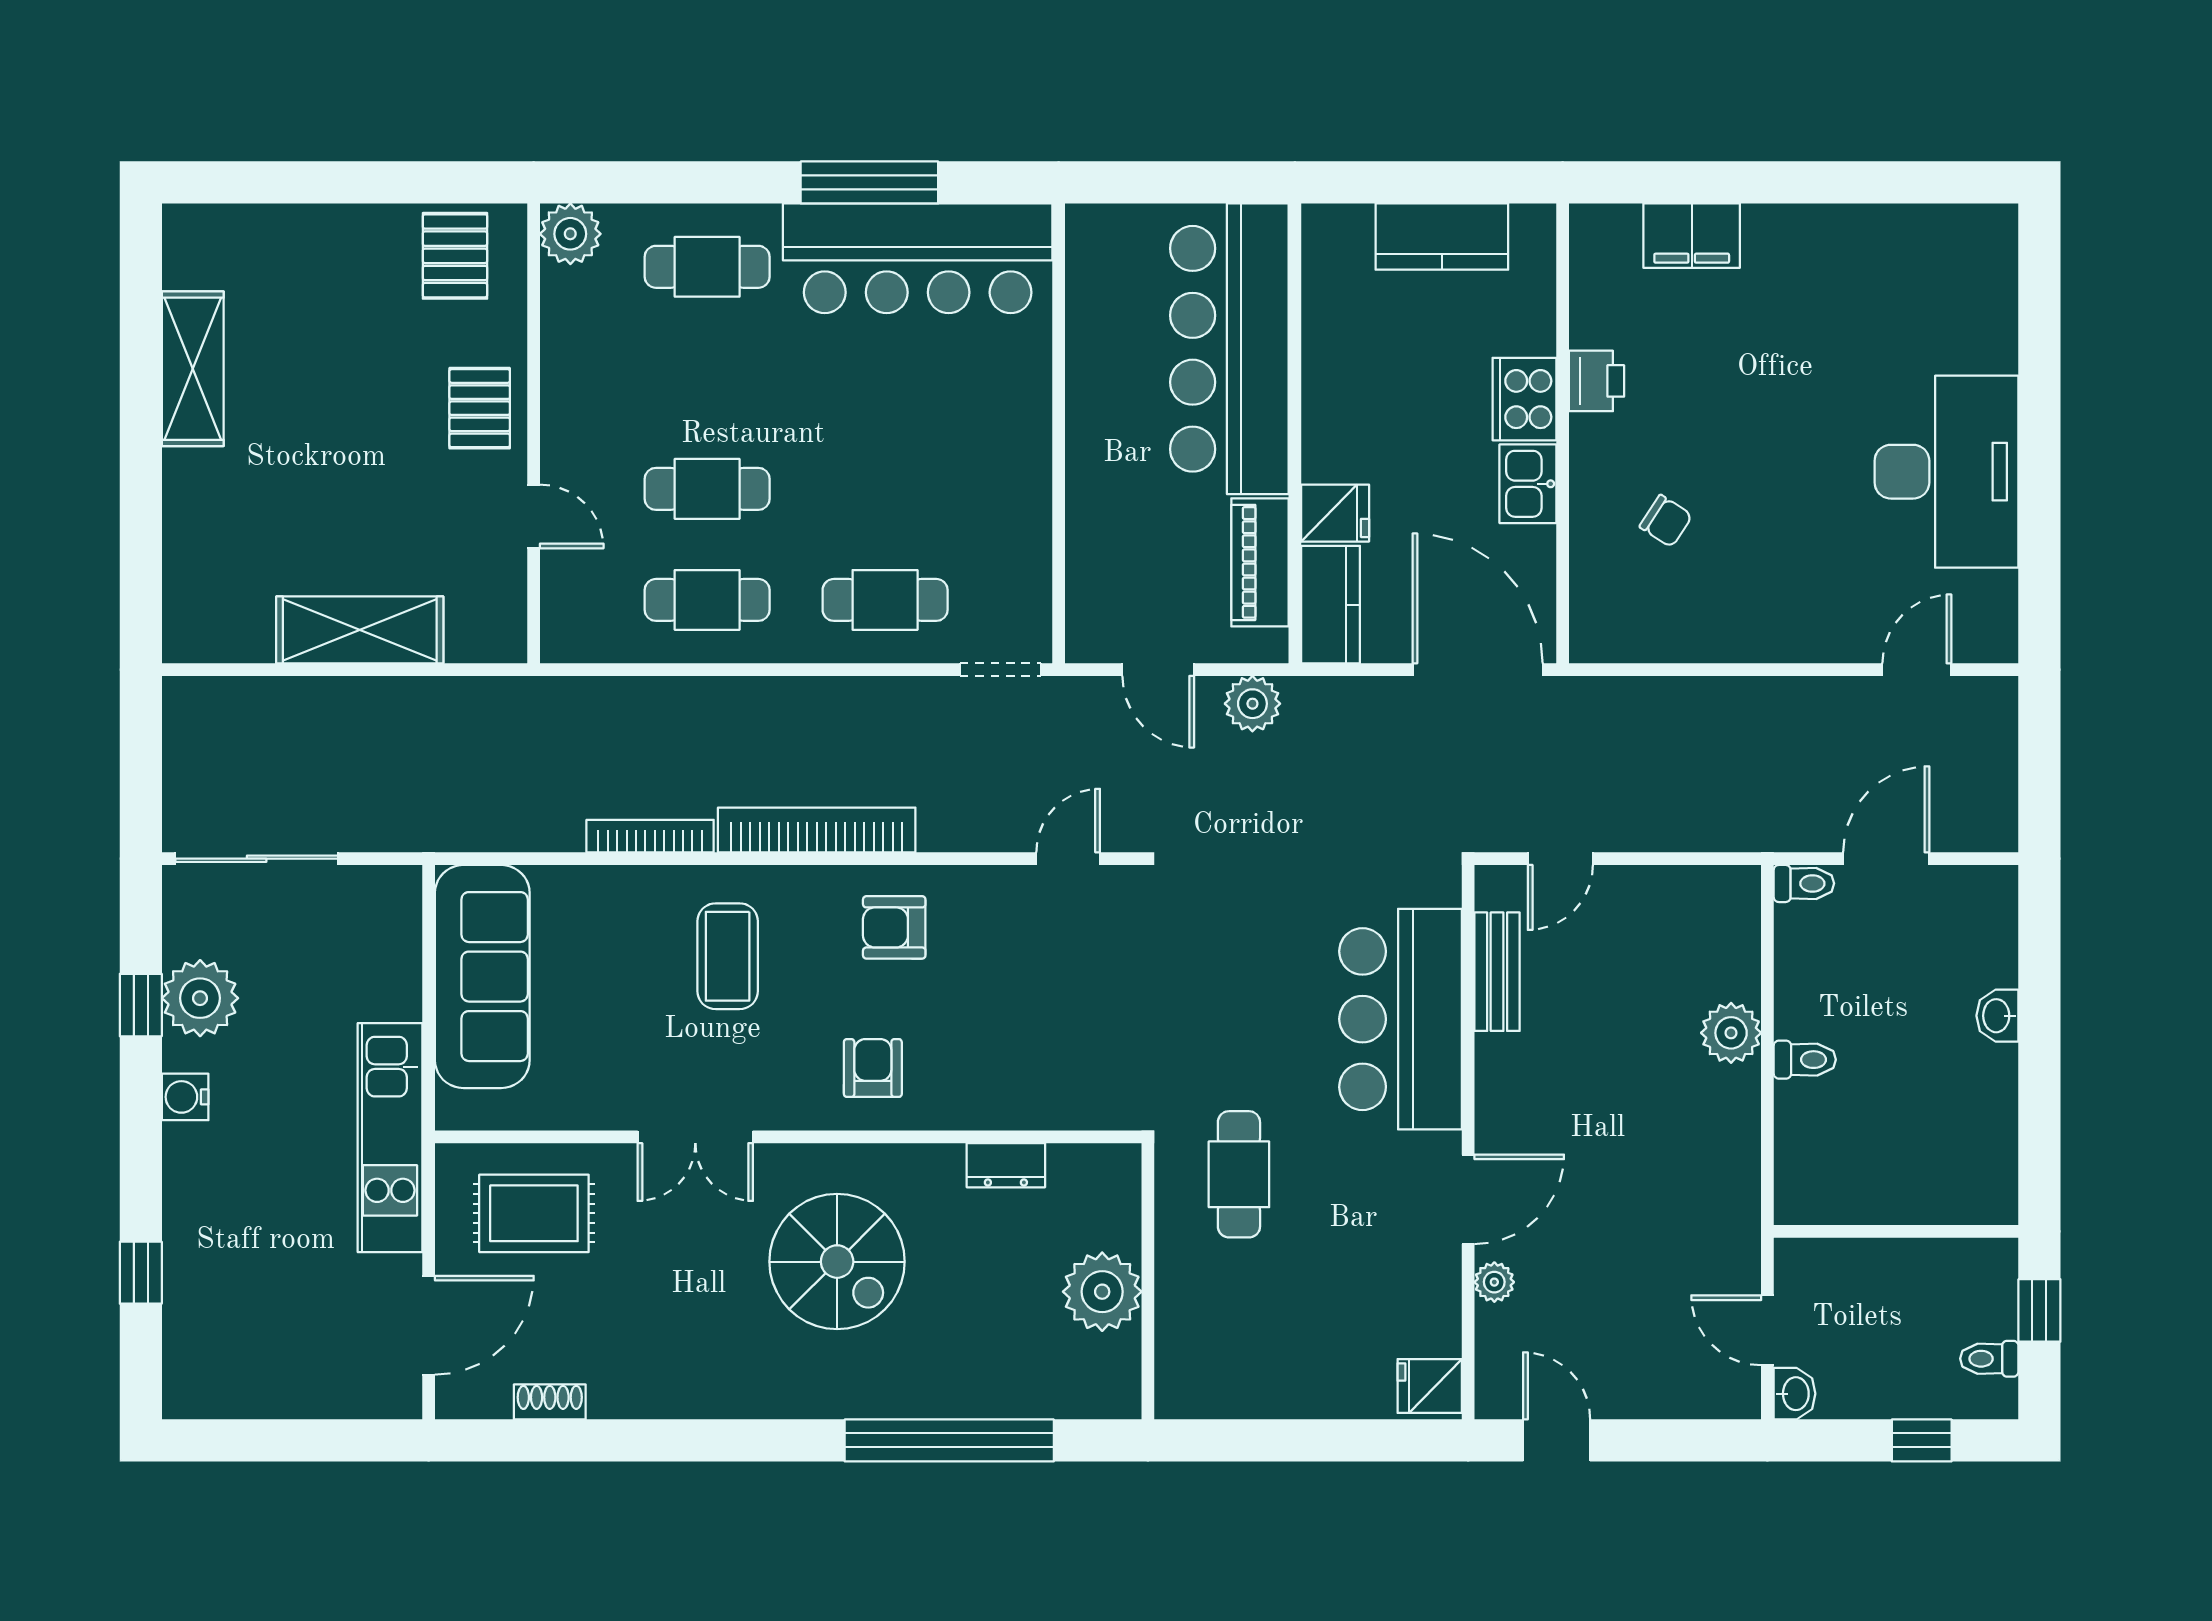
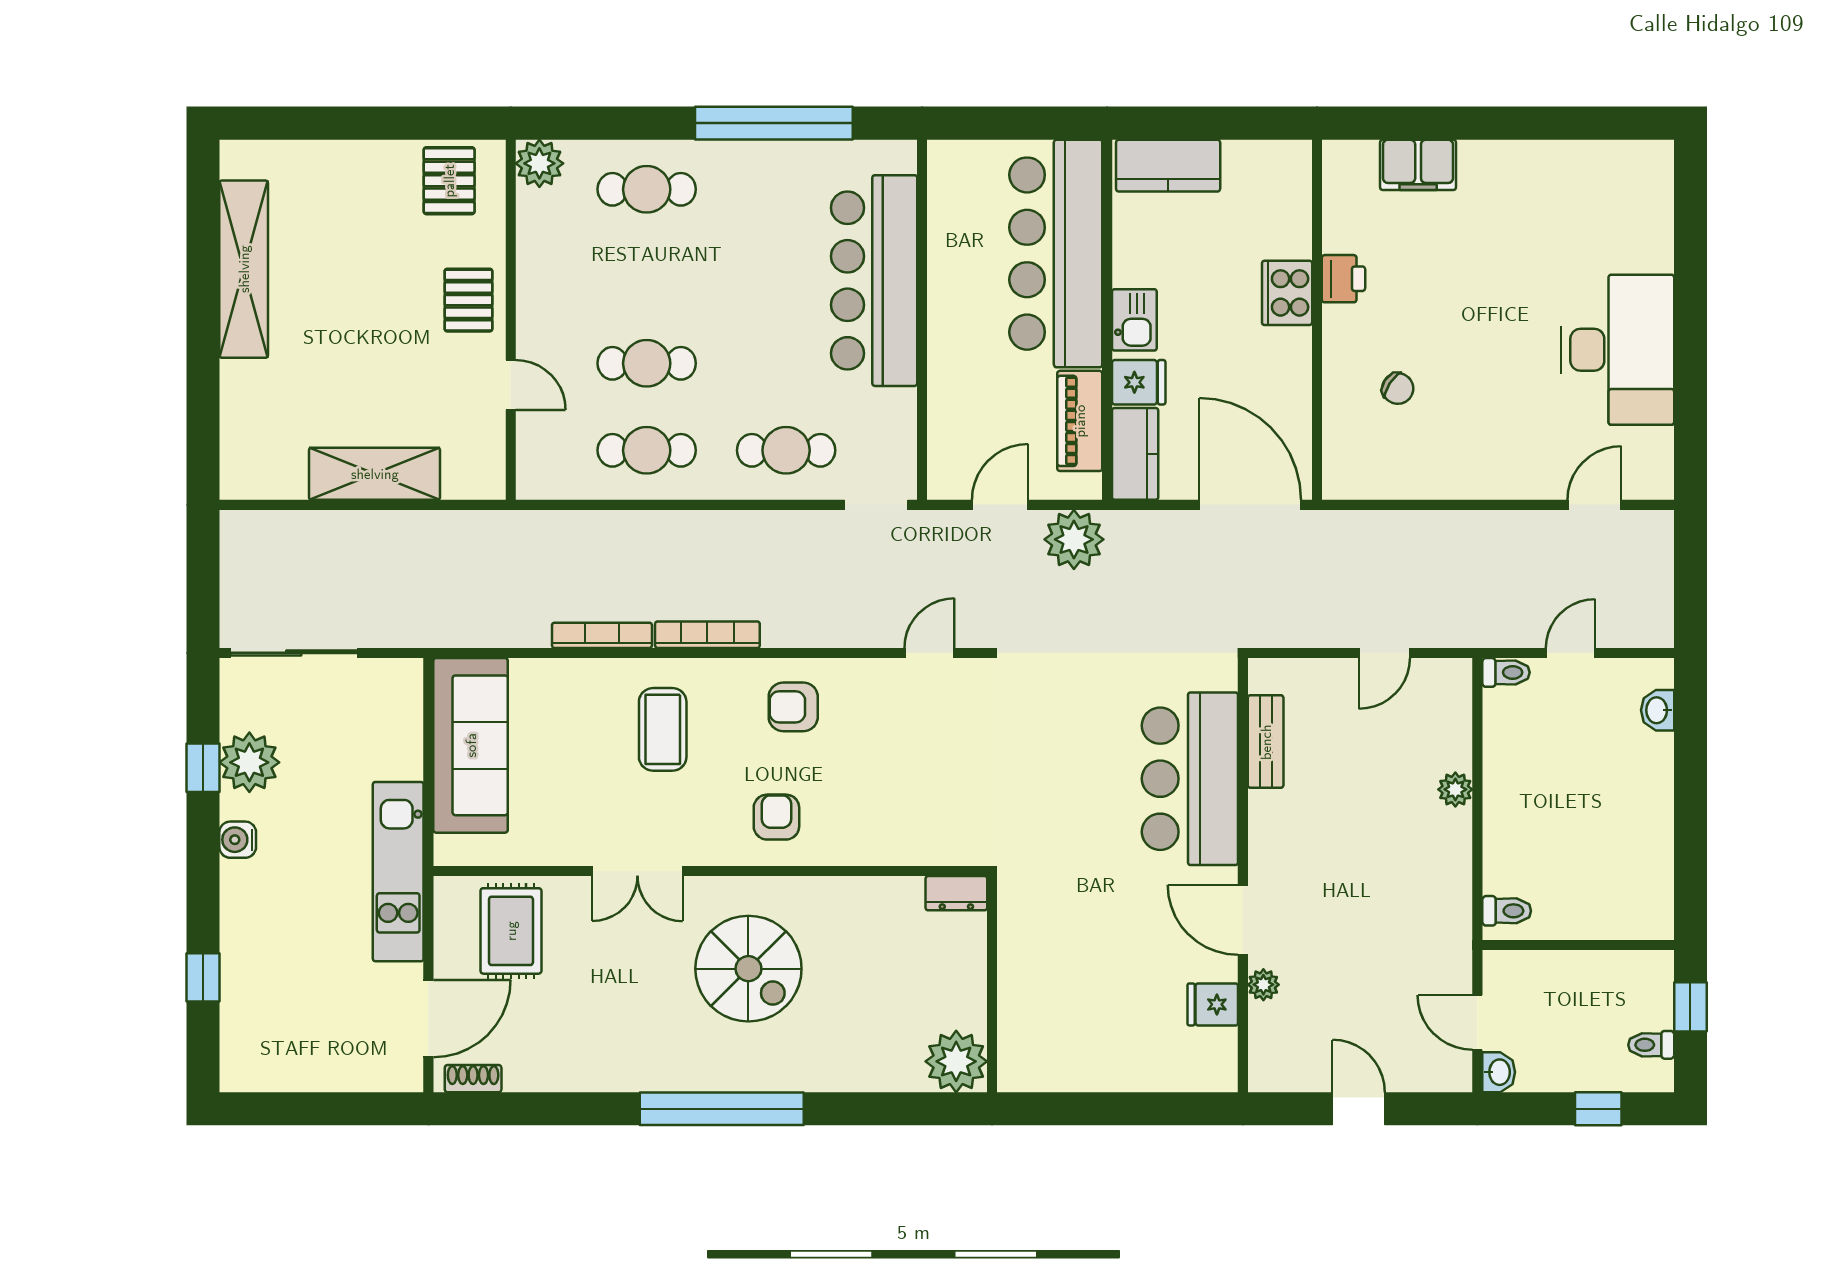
window: (869, 182) -> (774, 123), width x1.46
kitchen counter: (1442, 237) -> (1168, 166), moved
bar counter: (918, 258) -> (874, 281), moved, turned 90
shelving: (193, 369) -> (244, 269), width x1.47
kitchen sink: (1528, 484) -> (1134, 320), moved, turned 180
door: (1158, 670) -> (1000, 505), swing flipped
plant: (1252, 704) -> (1074, 539), width x1.36, depth x1.36
bookcase: (817, 830) -> (707, 635), width x0.68, depth x0.76
door: (1560, 859) -> (1384, 653), moved
door: (1886, 859) -> (1571, 653), width x0.73
washbasin: (1997, 1016) -> (1658, 710), moved
plant: (1731, 1033) -> (1455, 789), width x0.73, depth x0.73
toilet: (1805, 1060) -> (1507, 911), moved
dresser: (1006, 1165) -> (956, 893), moved
cafe table: (1239, 1174) -> (1063, 900), removed
door: (1468, 1199) -> (1243, 920), swing flipped
rug: (534, 1213) -> (511, 931), turned 90
plant: (1102, 1292) -> (956, 1061), moved
fridge: (1430, 1386) -> (1213, 1004), moved
shoe rack: (550, 1402) -> (473, 1079), moved
window: (949, 1440) -> (722, 1109), moved
door: (1557, 1440) -> (1359, 1109), moved

